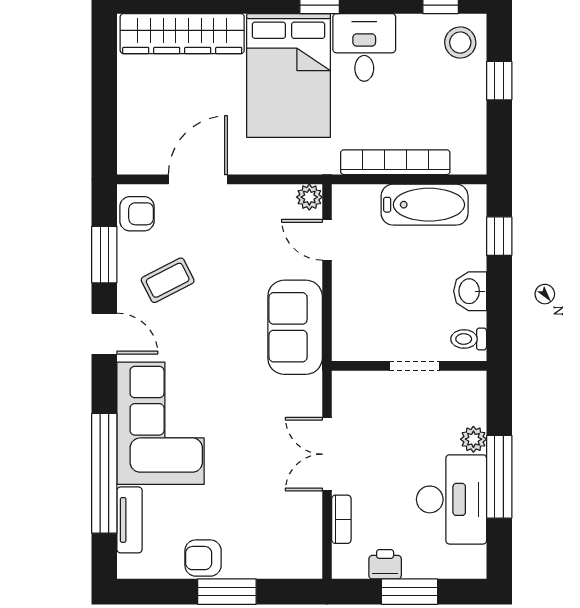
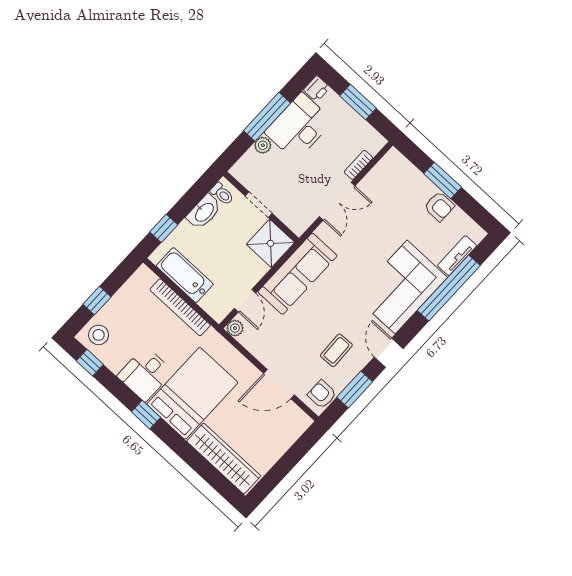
coffee table: (168, 280) -> (336, 350), turned -65
washbasin: (470, 291) -> (204, 212), width x1.38
sofa: (295, 327) -> (297, 274), width x1.36
shower: (359, 334) -> (270, 243), added
printer: (385, 564) -> (317, 89), moved, turned -90

